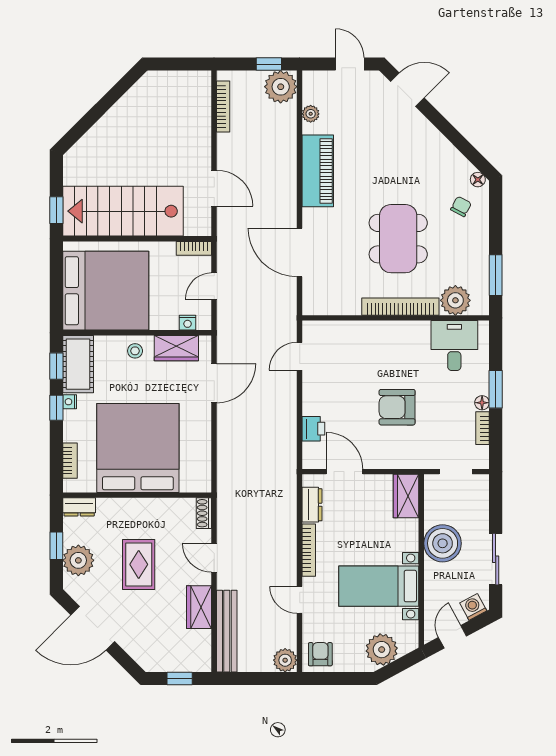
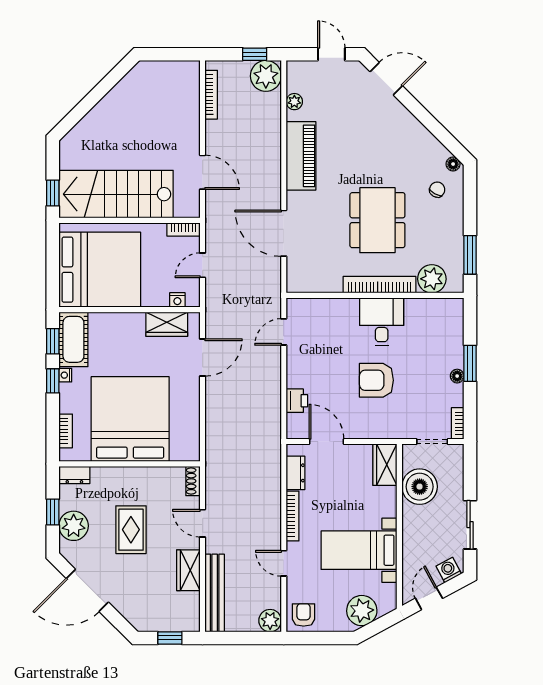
desk: (454, 345) -> (382, 322), moved
stool: (135, 351) -> (127, 327), removed
bookcase: (483, 428) -> (458, 423), moved
boiler: (443, 543) -> (420, 487), moved

